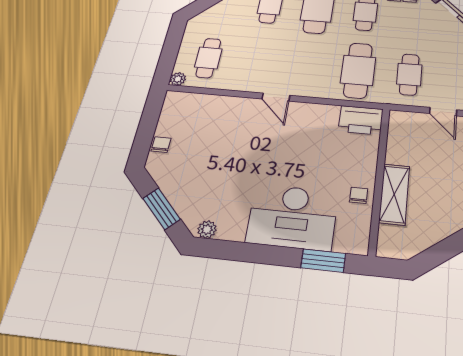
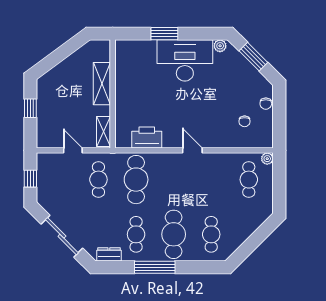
printer: (361, 120) -> (147, 138), moved
shelving: (397, 131) -> (104, 132), added
chair: (359, 195) -> (245, 121), moved
desk: (292, 217) -> (185, 60), moved
window: (323, 261) -> (164, 34), moved

